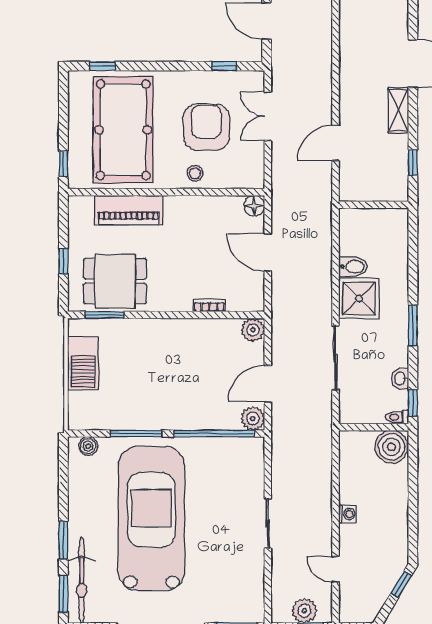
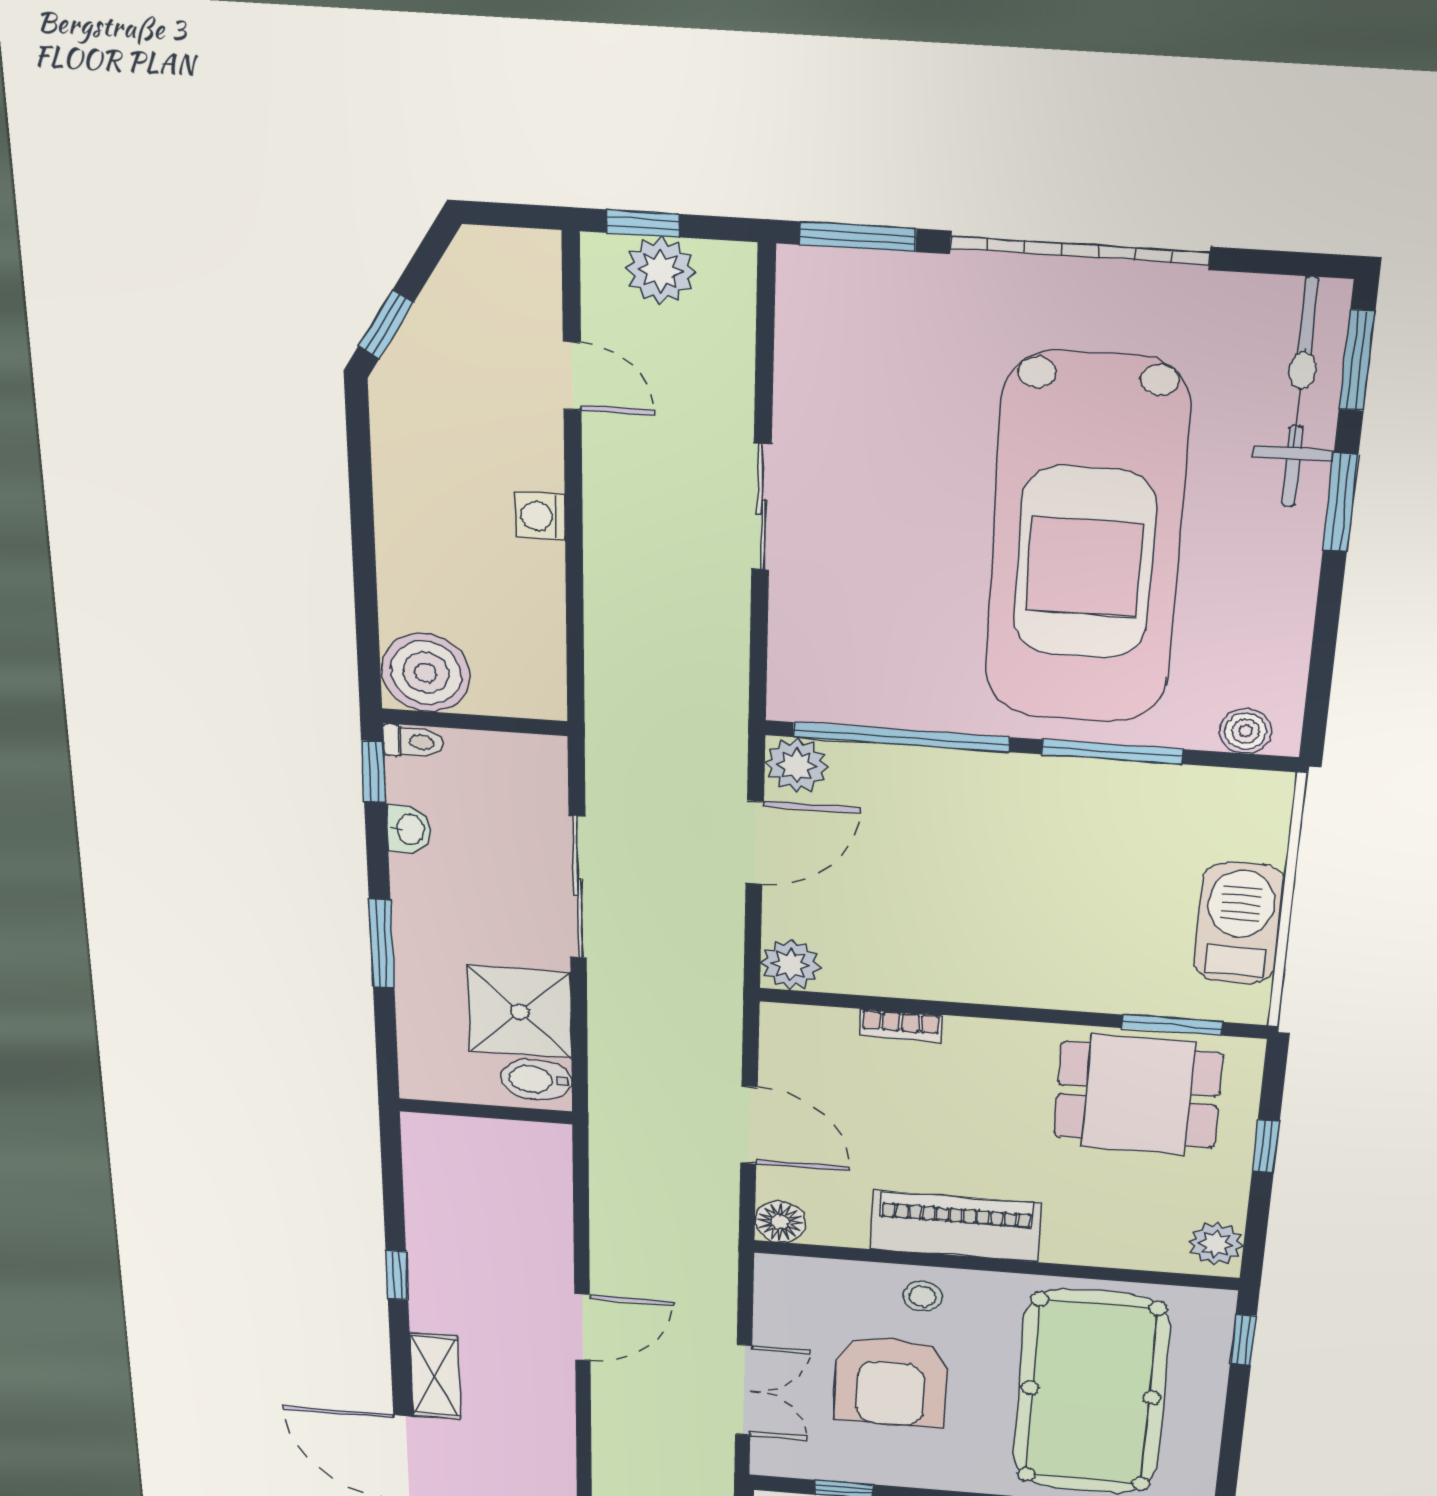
wall: (374, 205) -> (486, 1111), moved
piano: (129, 210) -> (955, 1226), moved
plant: (79, 211) -> (1216, 1244), added

